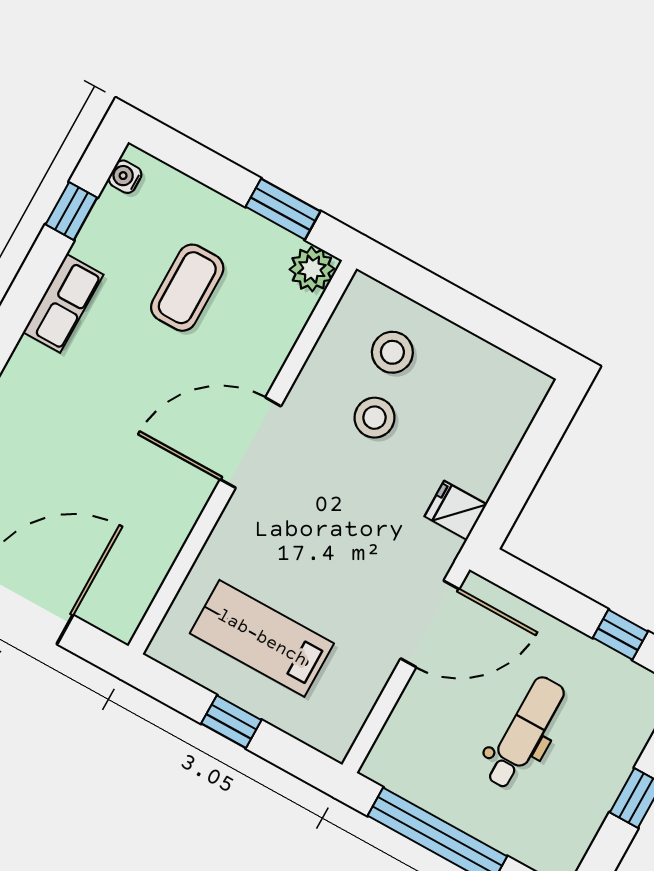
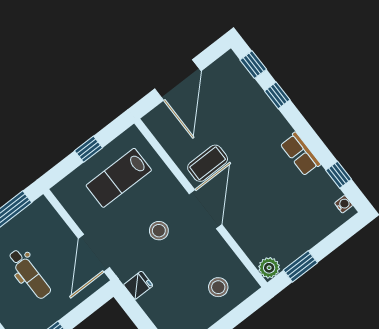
coffee table: (187, 288) -> (208, 163), moved, turned 90
stool: (374, 418) -> (159, 231), moved
lab bench: (262, 638) -> (119, 178), turned 180

